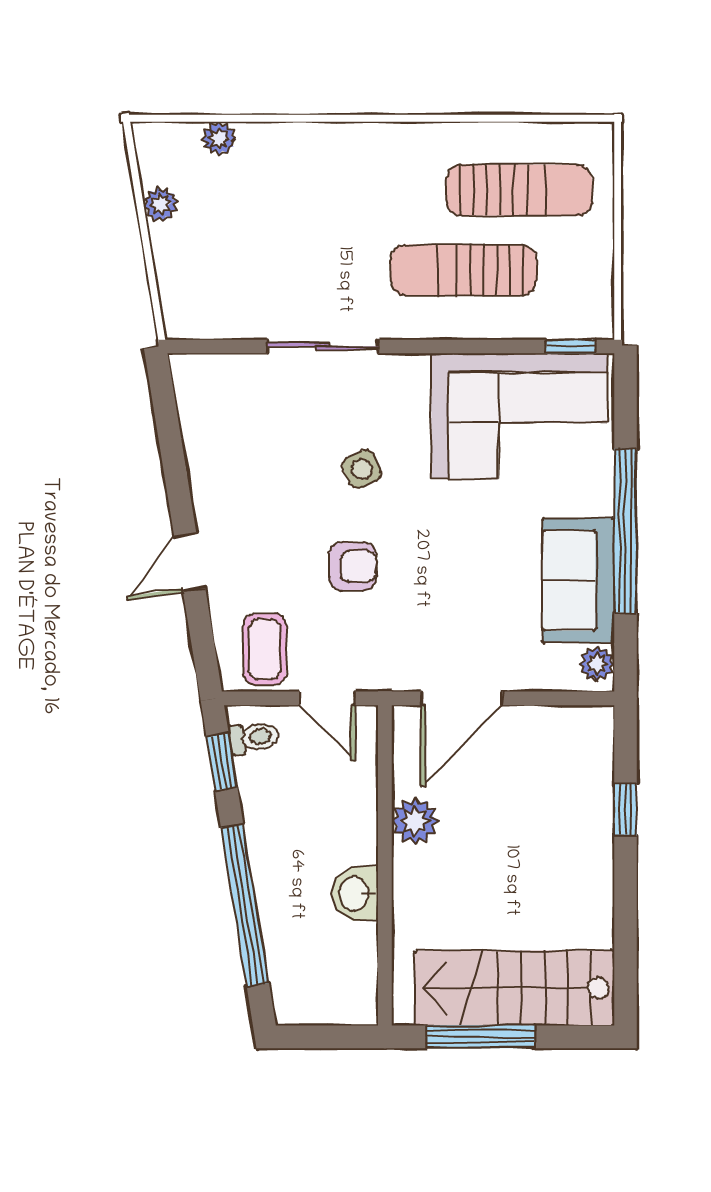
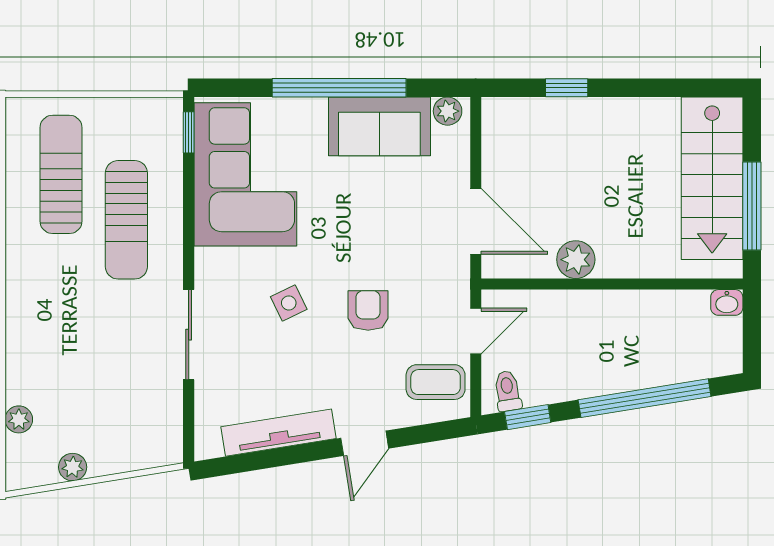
tv unit: (203, 457) -> (278, 433), added
door: (190, 562) -> (365, 443), hinge flipped
washbasin: (355, 894) -> (727, 302), moved, width x0.72, depth x0.69

